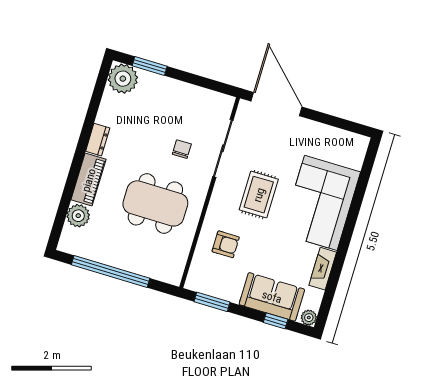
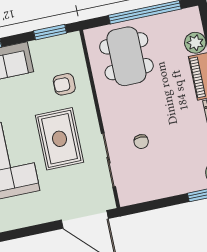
rug: (259, 195) -> (59, 139), width x1.36, depth x1.43
dining table: (155, 203) -> (126, 56), moved, turned 90

